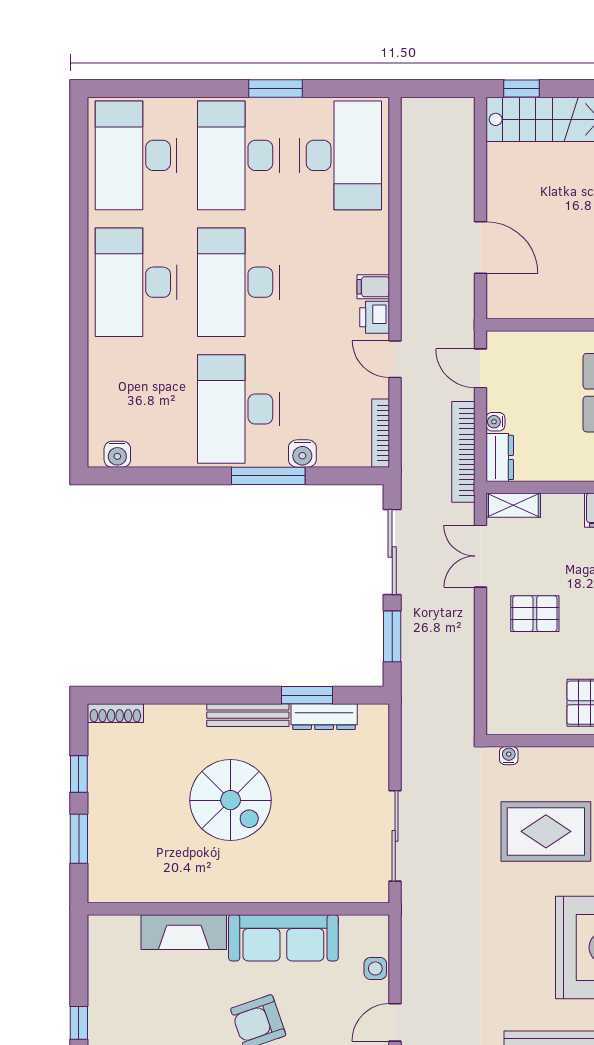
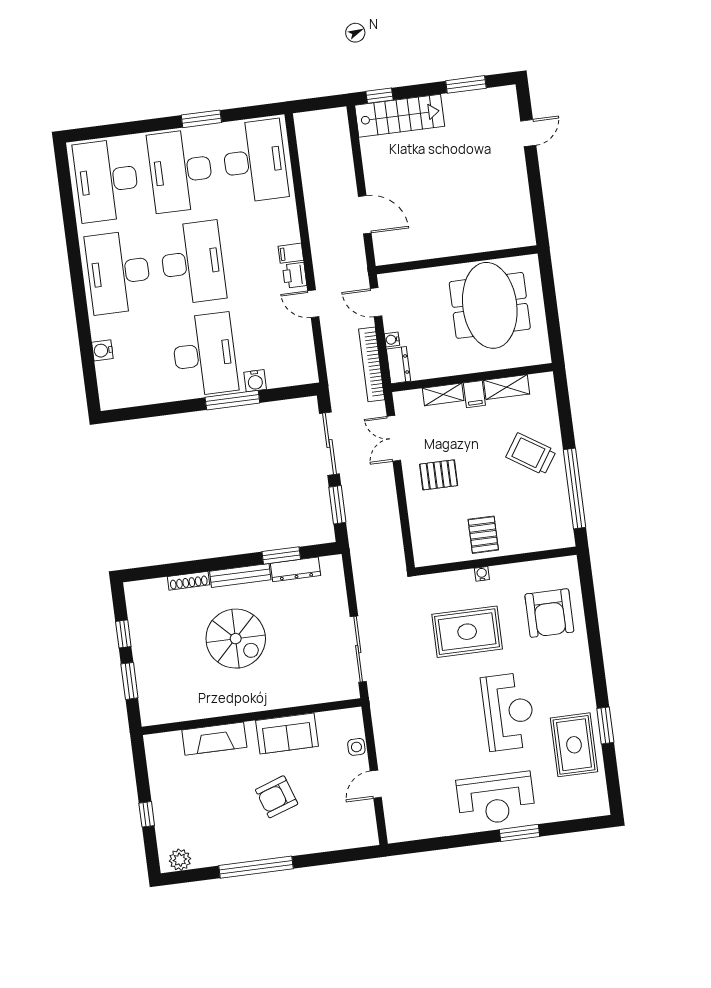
desk: (238, 282) -> (193, 263), turned 180
desk: (238, 409) -> (205, 355), turned 180
bookcase: (381, 433) -> (310, 359), removed
water cooler: (117, 454) -> (102, 350), moved, turned 90
shelving: (513, 505) -> (443, 394), moved
shoe rack: (115, 713) -> (189, 581), moved
water cooler: (509, 756) -> (482, 574), moved
sofa: (283, 938) -> (287, 733), width x0.73

